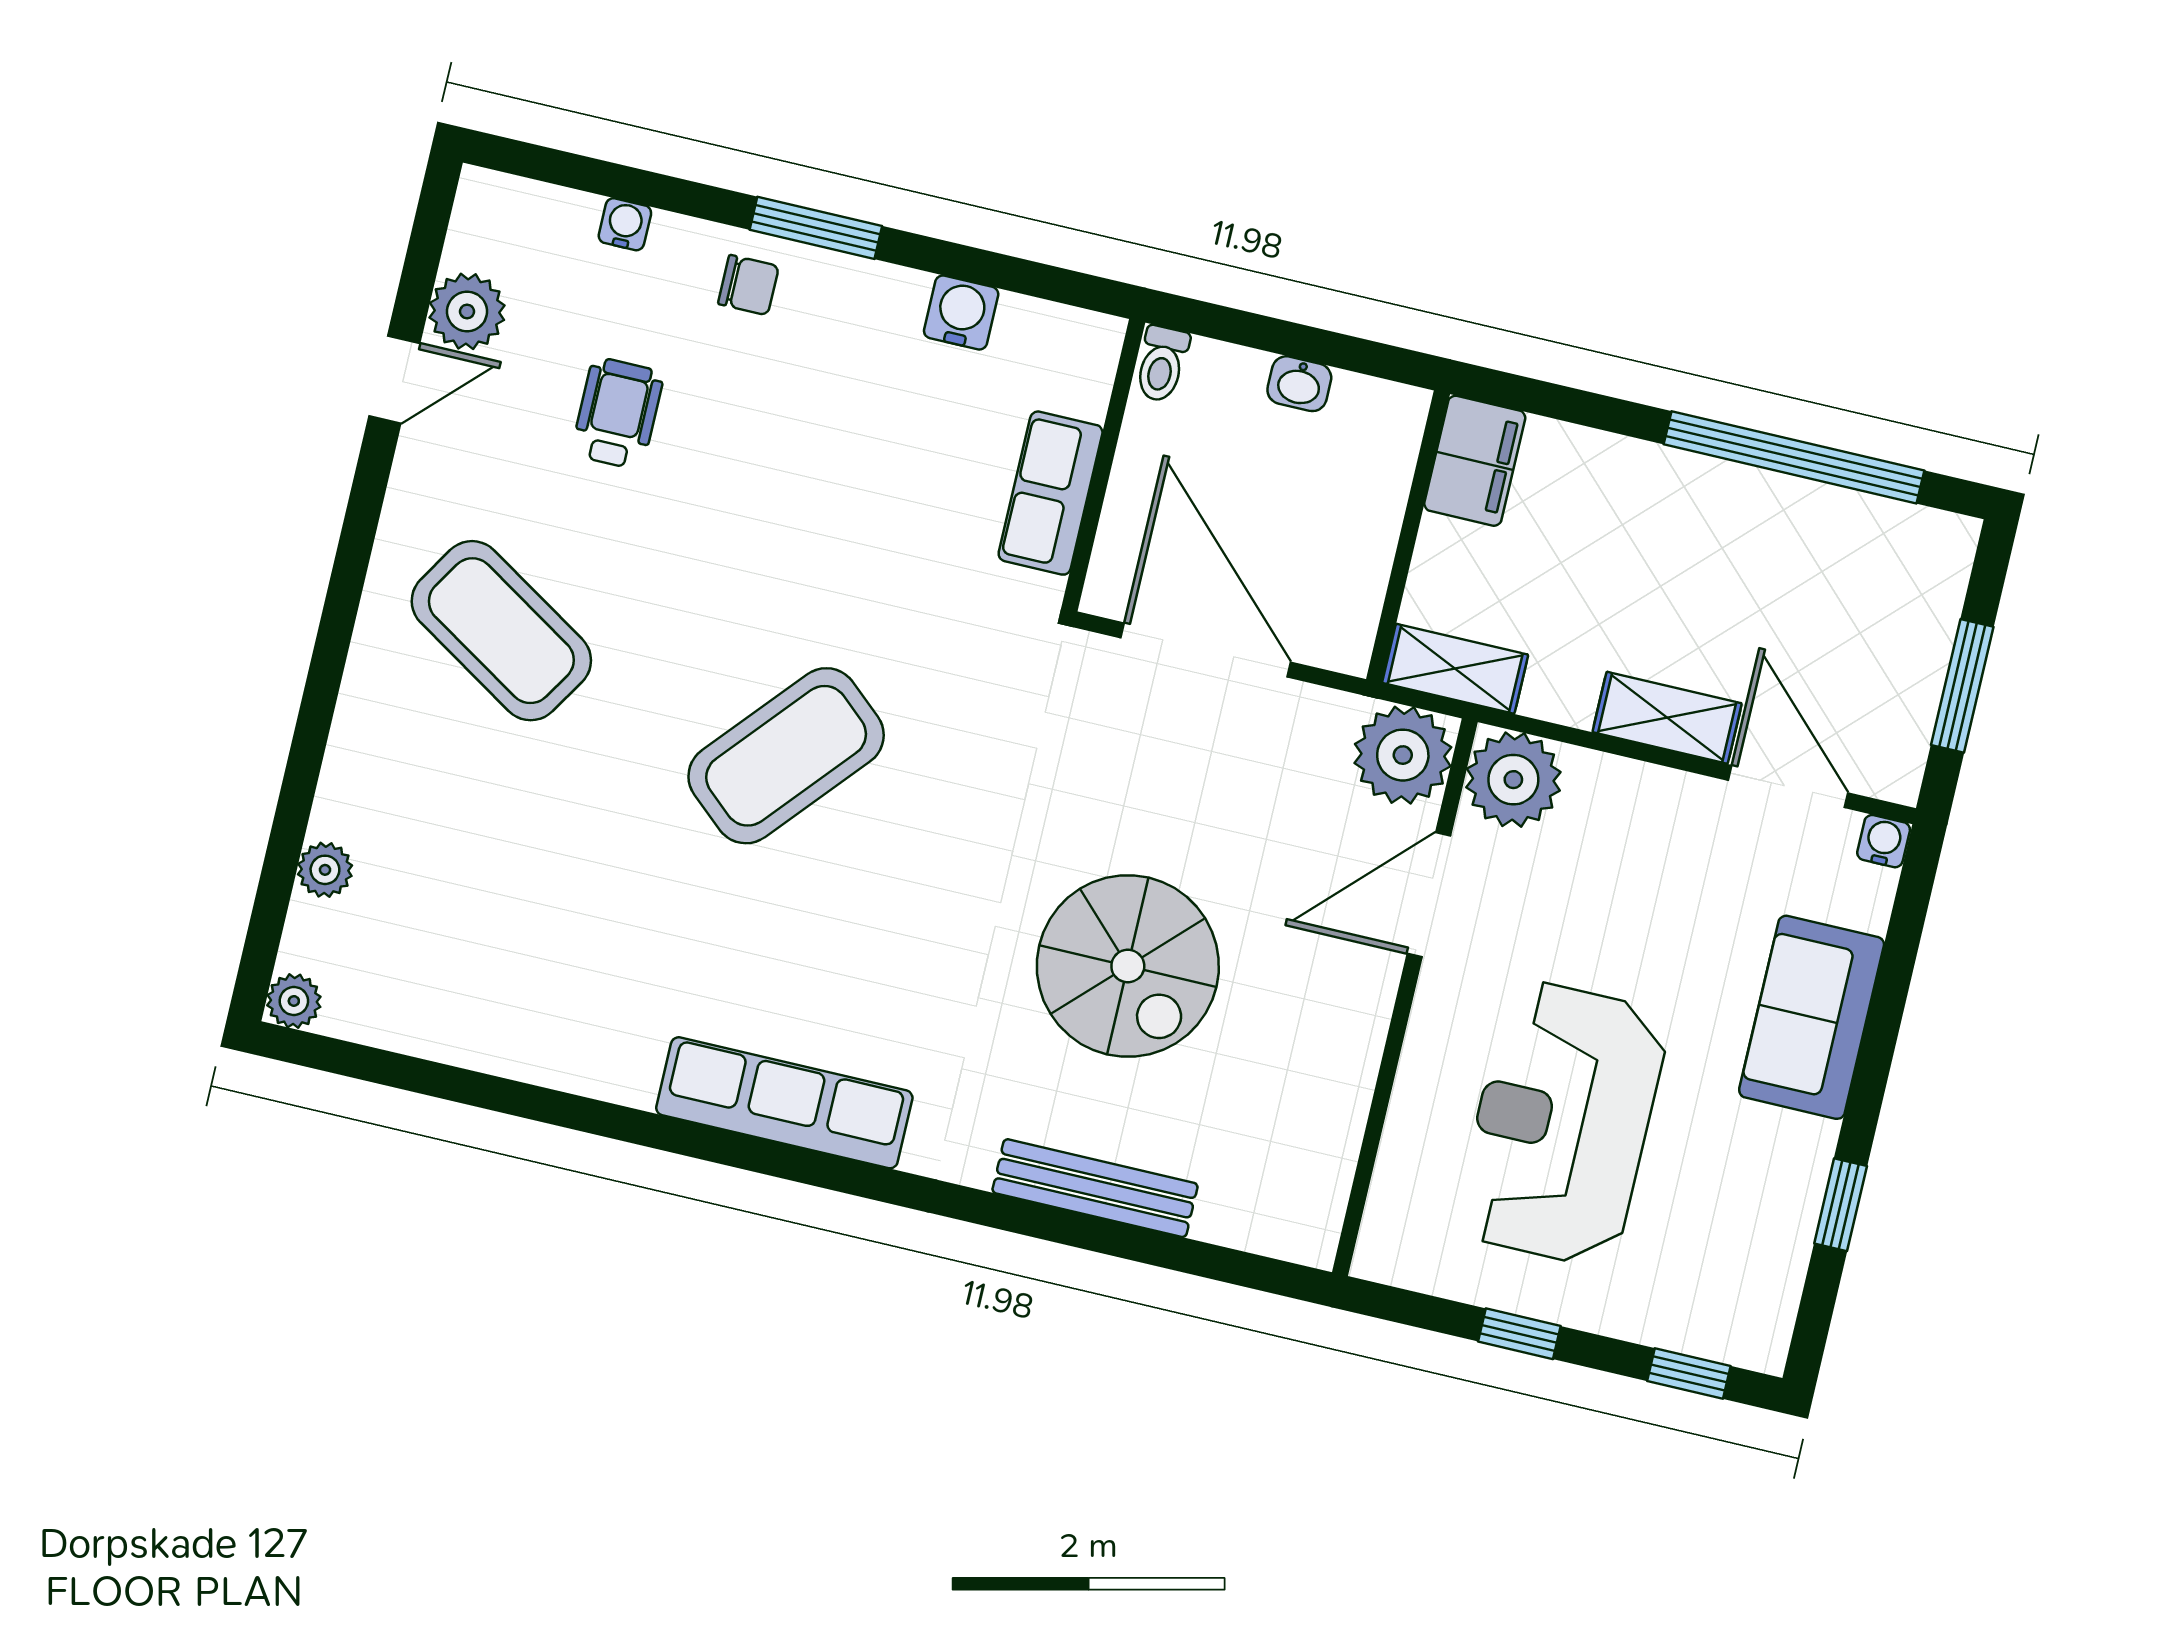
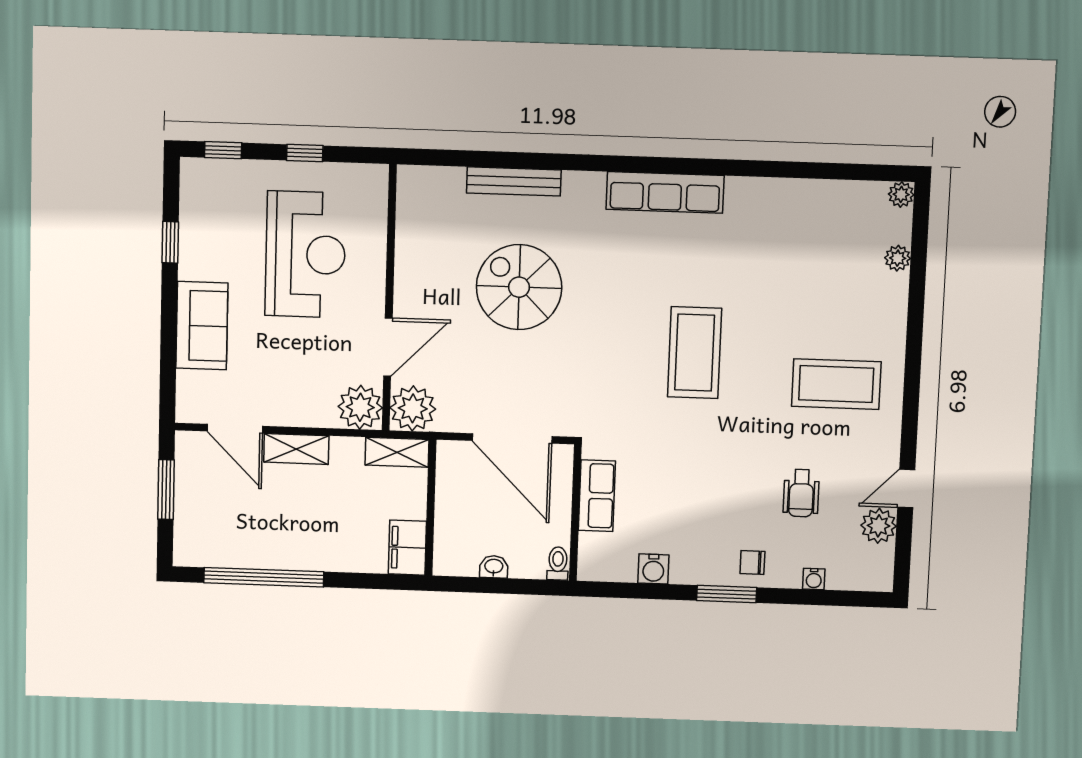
coffee table: (501, 631) -> (836, 384), turned -32
coffee table: (786, 756) -> (695, 353), turned -41
water cooler: (1884, 841) -> (186, 412), removed

